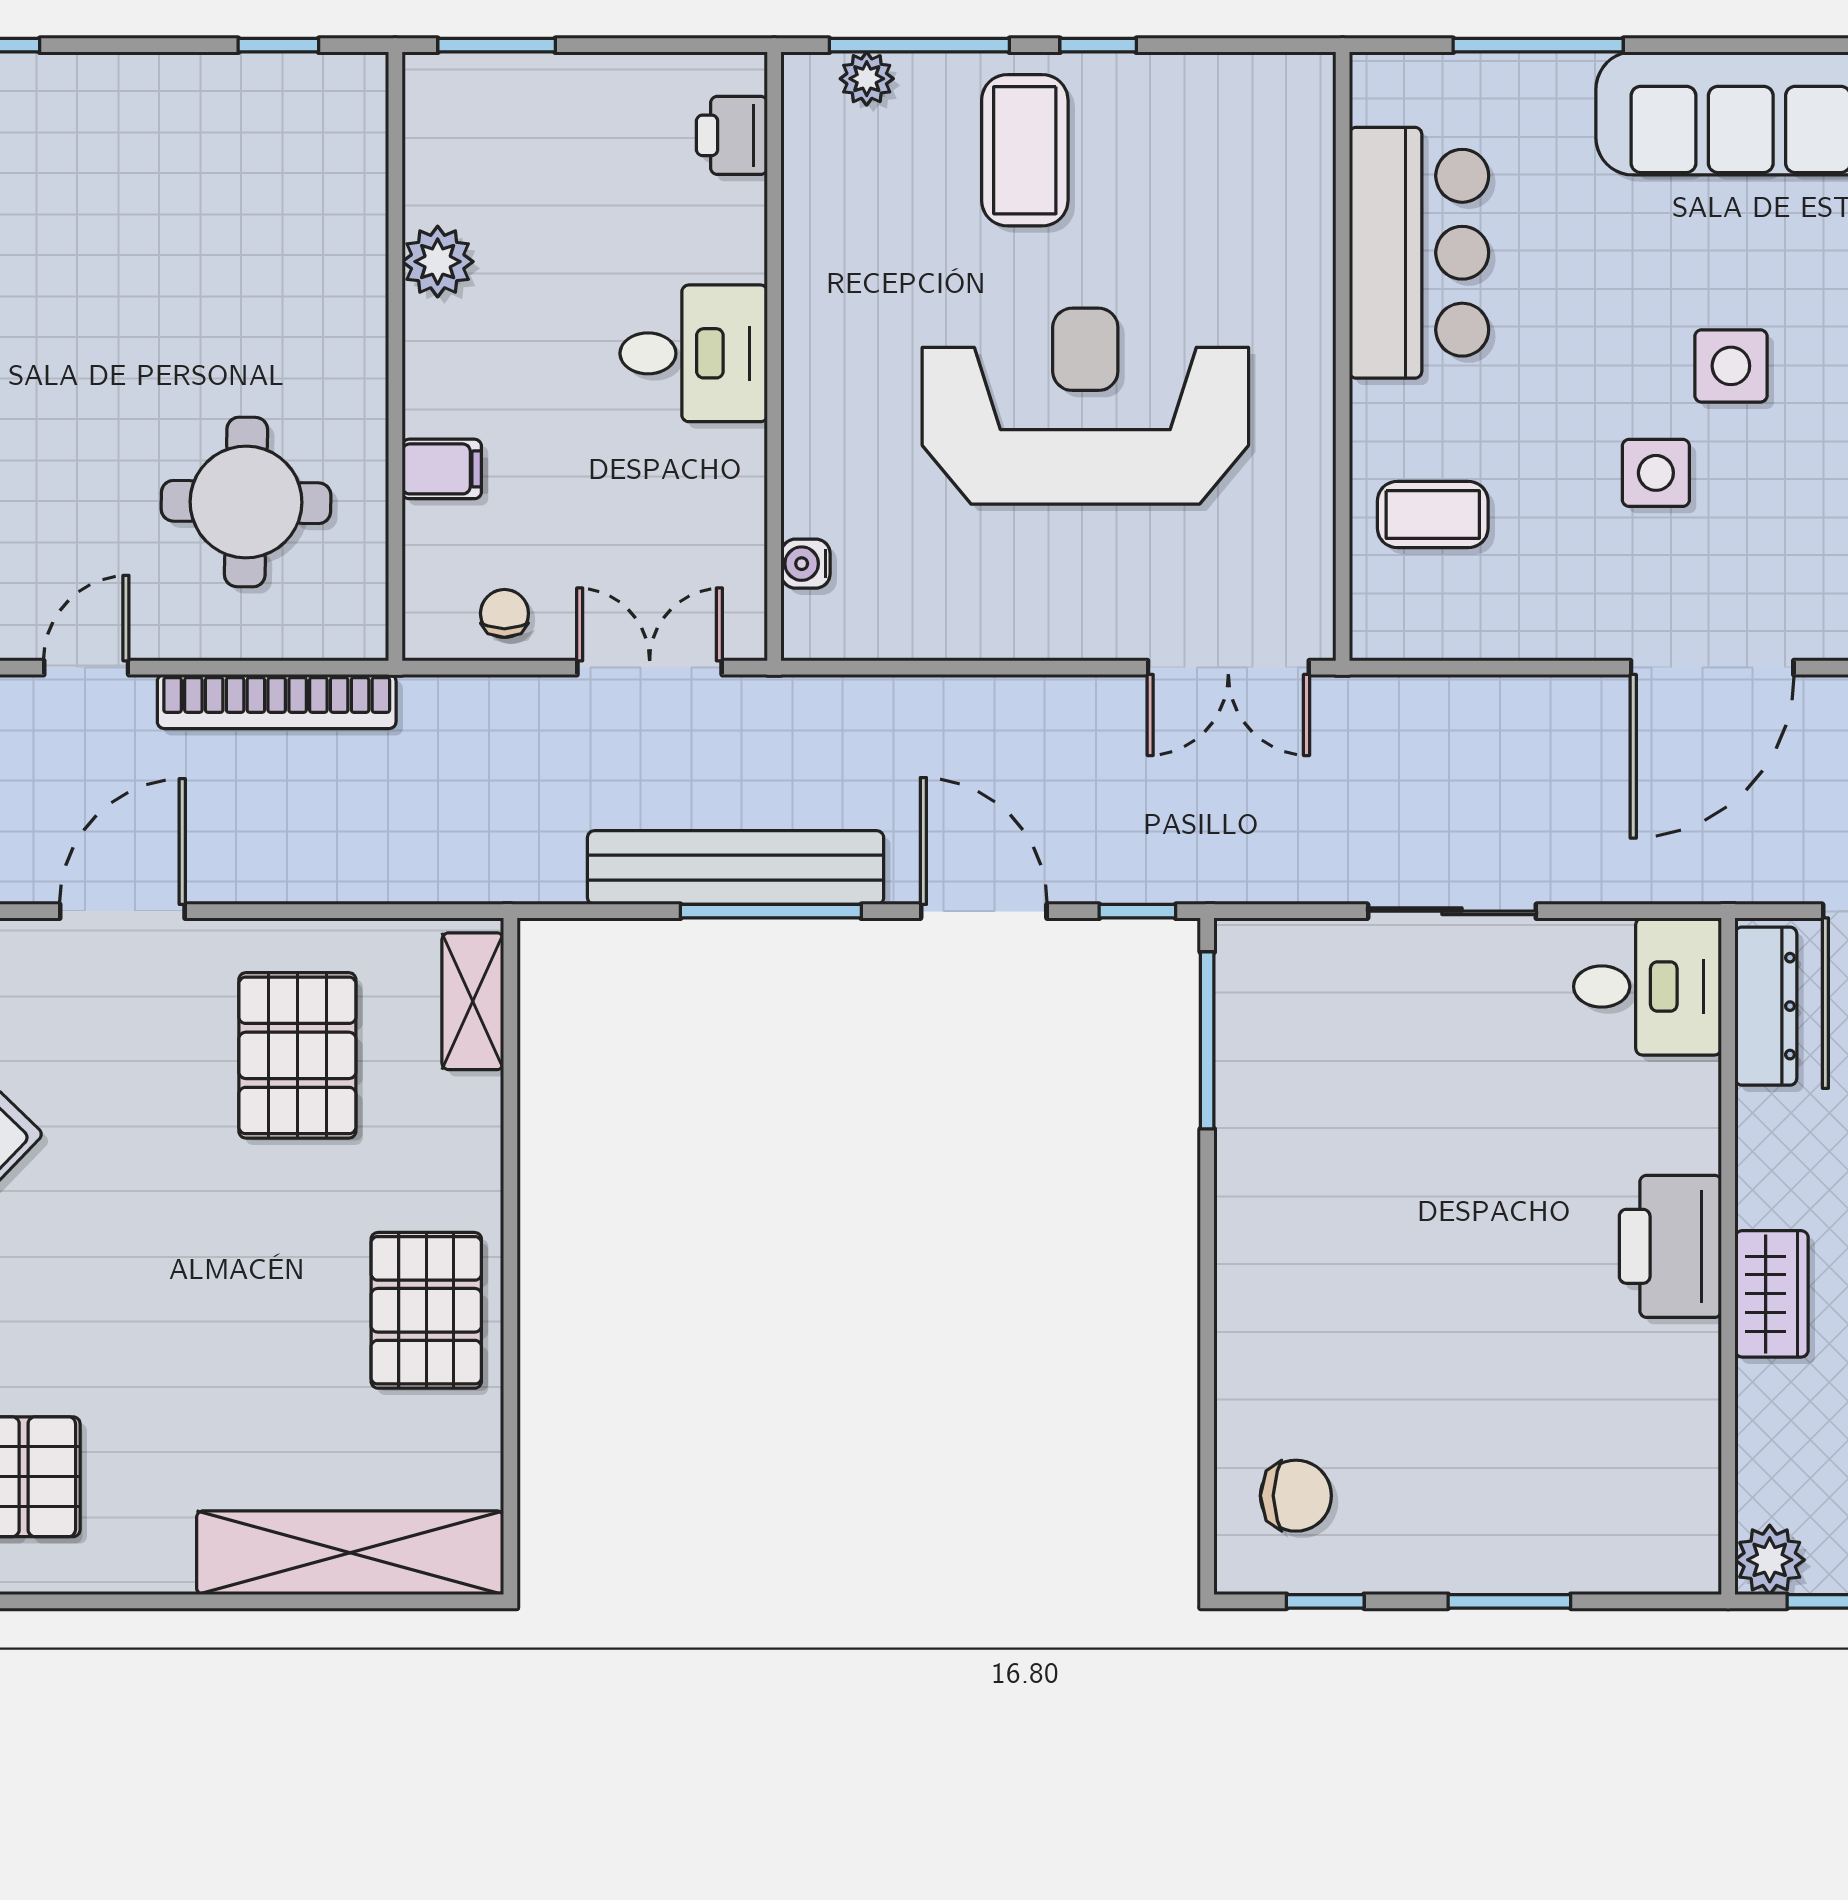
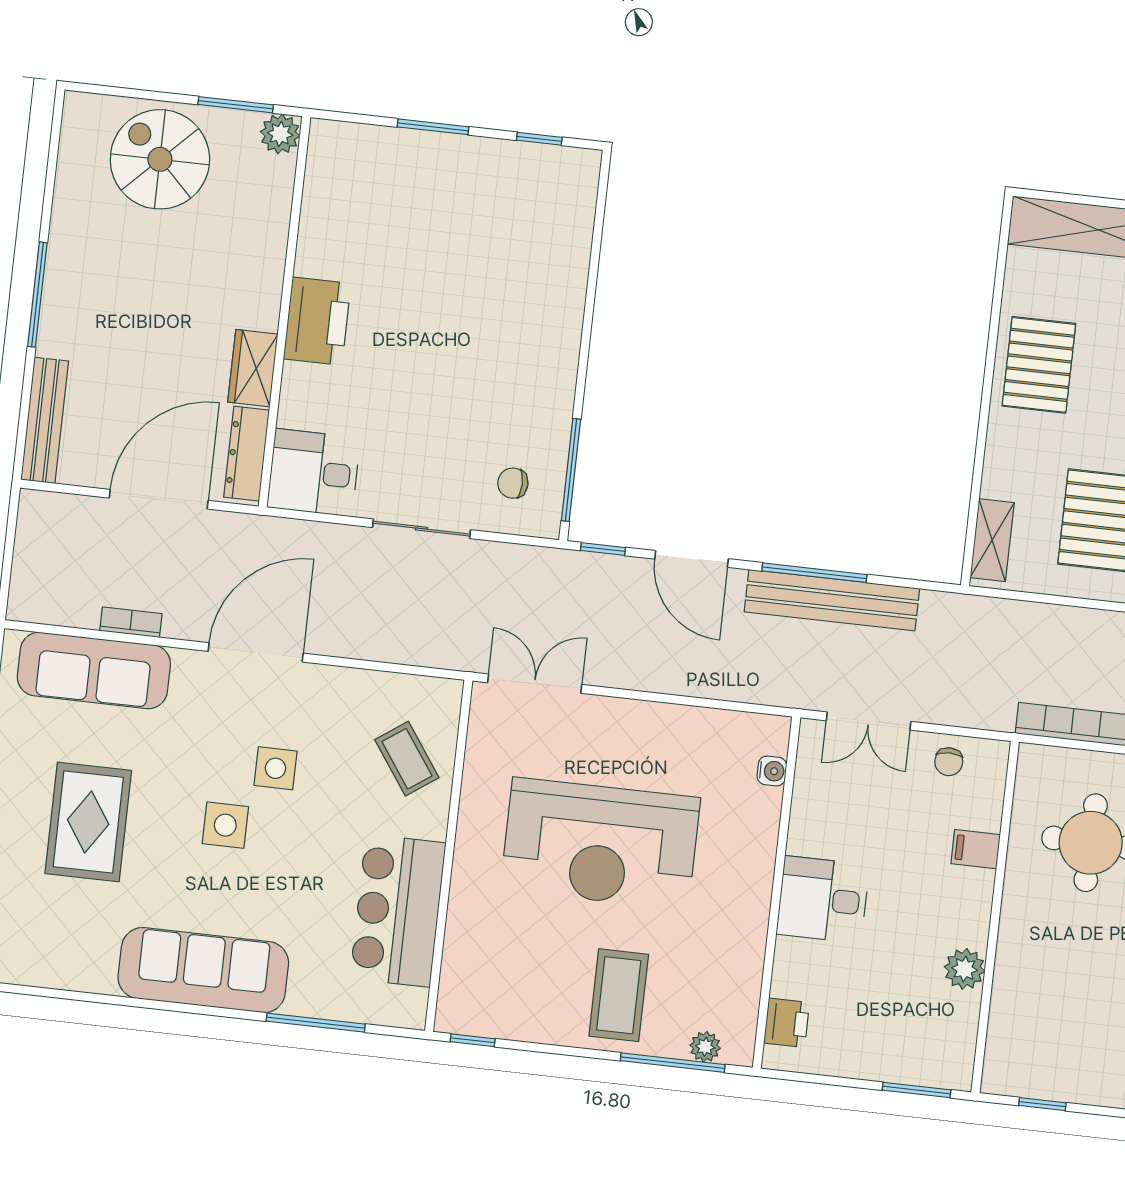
window: (1098, 45) -> (473, 1040), moved
coffee table: (1433, 515) -> (407, 759), turned 55
wardrobe: (1772, 1294) -> (253, 368), moved
chair: (1296, 1496) -> (513, 483), moved, width x0.73, depth x0.73

